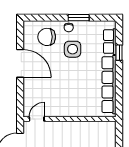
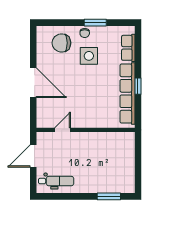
window: (119, 53) -> (138, 86), moved
door: (20, 63) -> (33, 83), moved
door: (37, 119) -> (63, 130), moved

